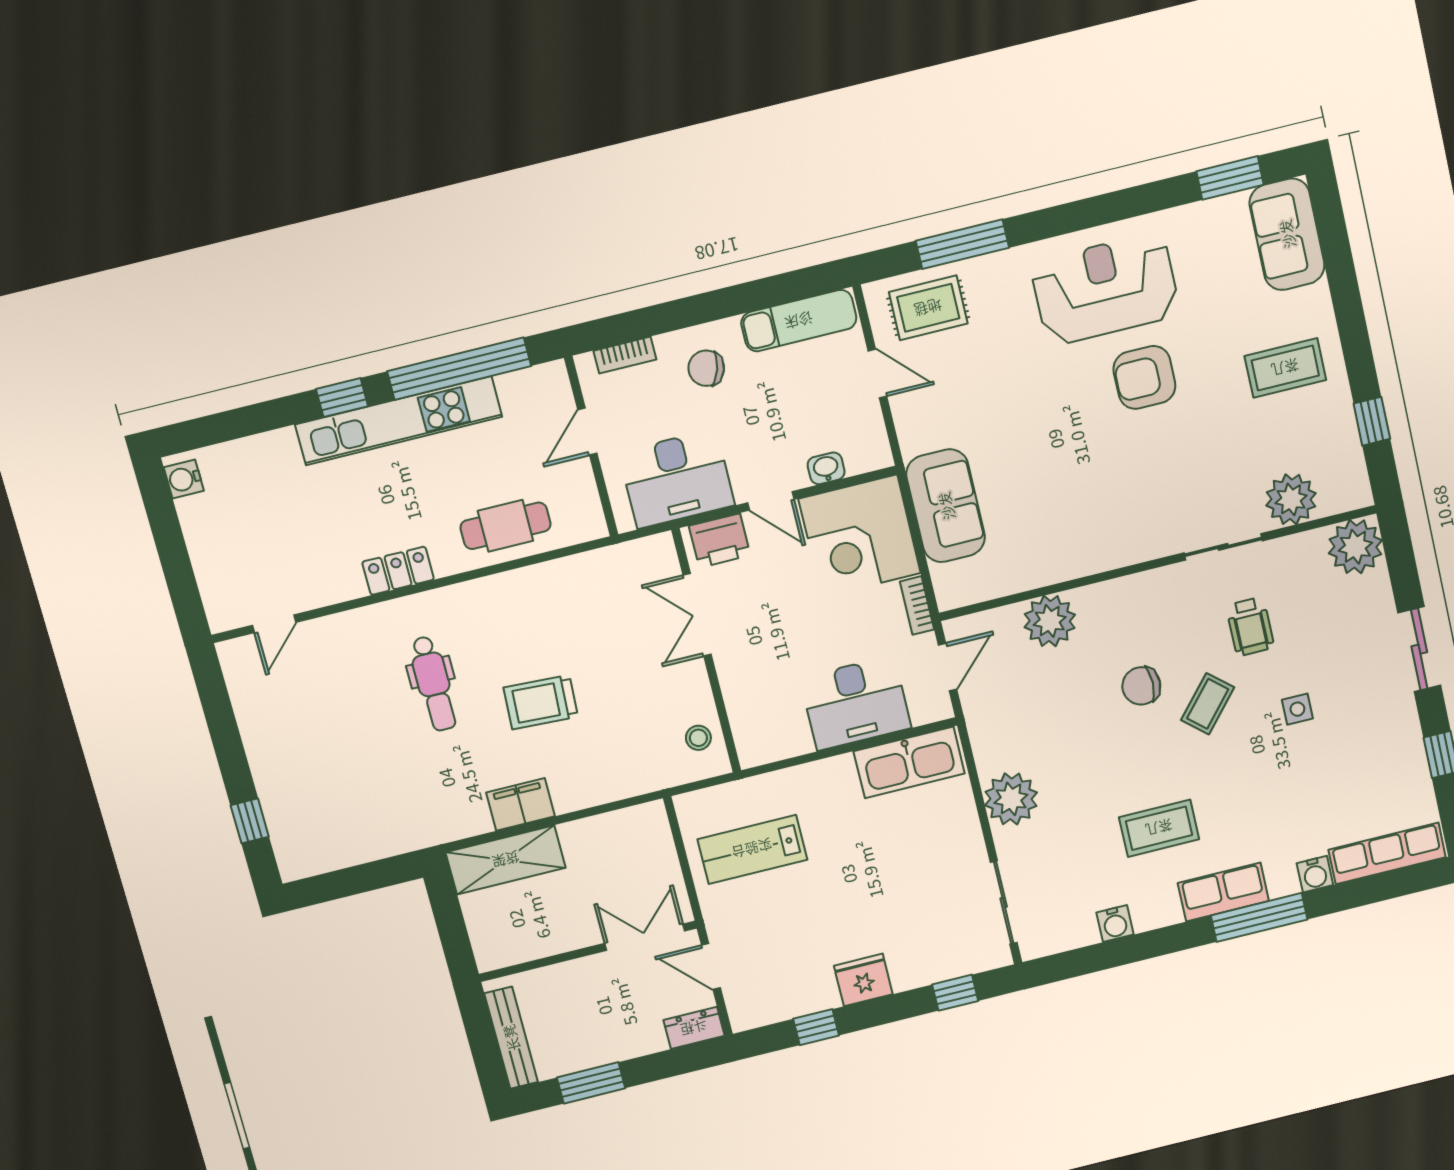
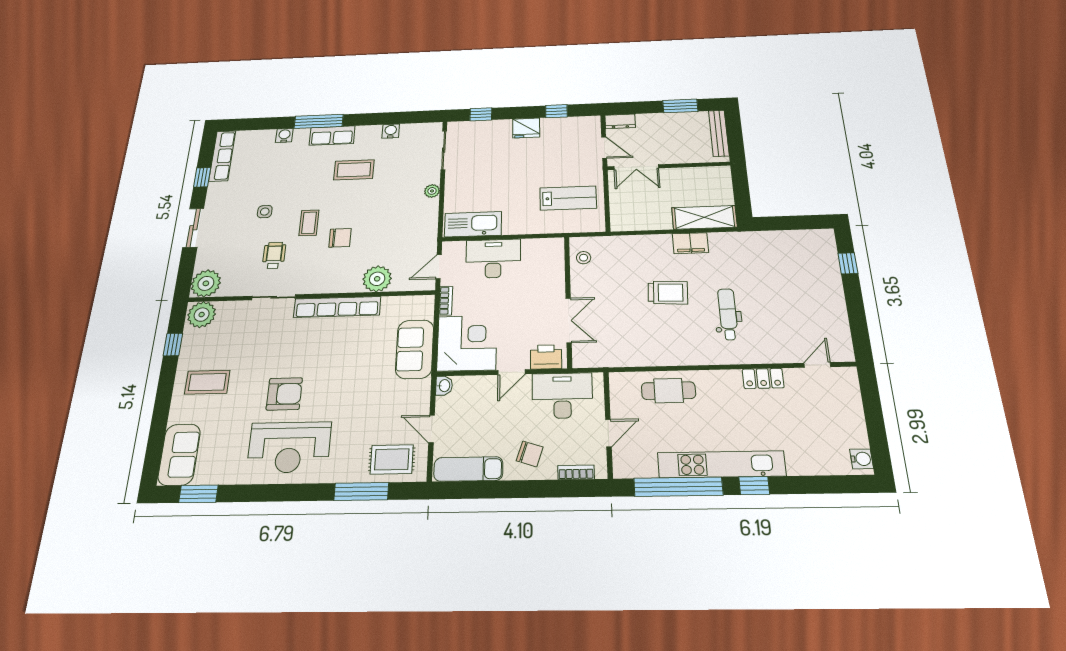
washbasin: (826, 468) -> (444, 386), moved, turned -90
plant: (1291, 499) -> (202, 315), moved
door: (771, 501) -> (511, 372), swing flipped
row of seats: (1104, 553) -> (337, 307), added
locker: (398, 571) -> (763, 378), moved
coffee table: (1208, 704) -> (309, 223), turned -41
plant: (1011, 799) -> (432, 191), width x0.53, depth x0.53
row of seats: (1387, 853) -> (222, 156), moved, turned -90

